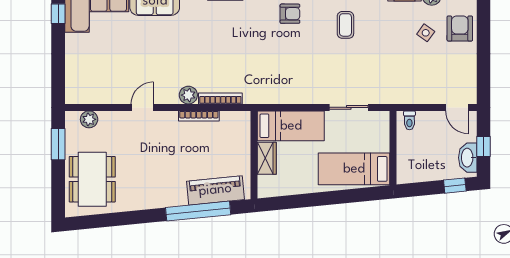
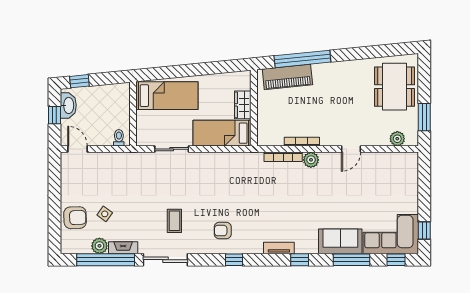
armchair: (460, 29) -> (75, 218), turned -92

